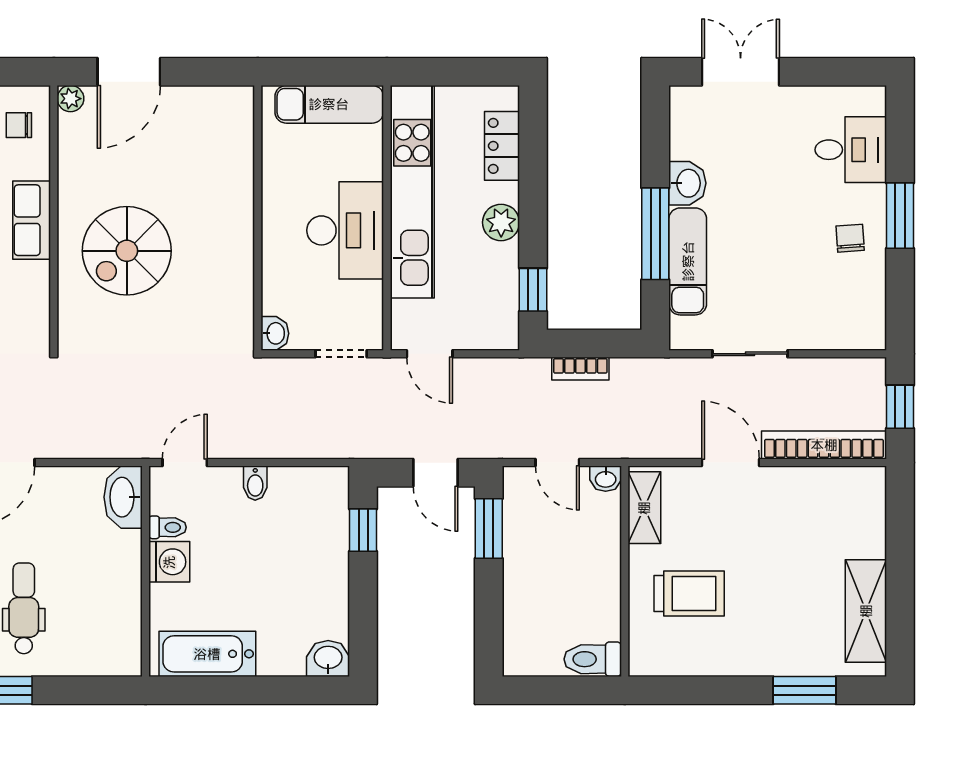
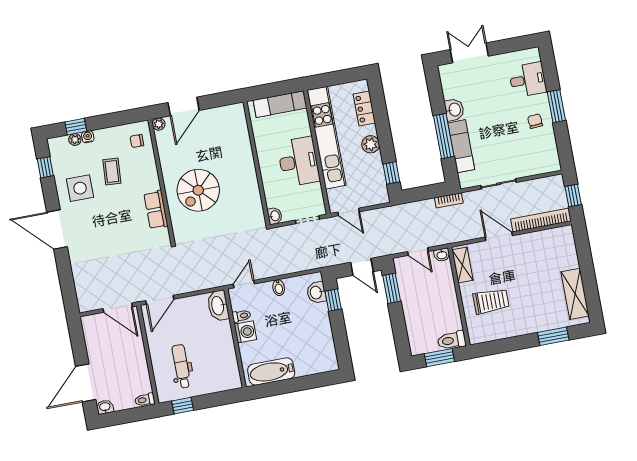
row of seats: (32, 220) -> (156, 210), moved
bookcase: (580, 369) -> (449, 200), moved
washbasin: (328, 659) -> (316, 292), moved, turned -90
window: (561, 690) -> (439, 358), added

